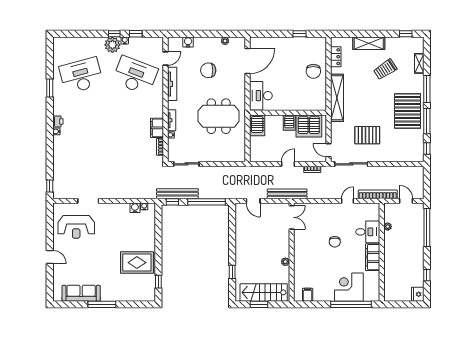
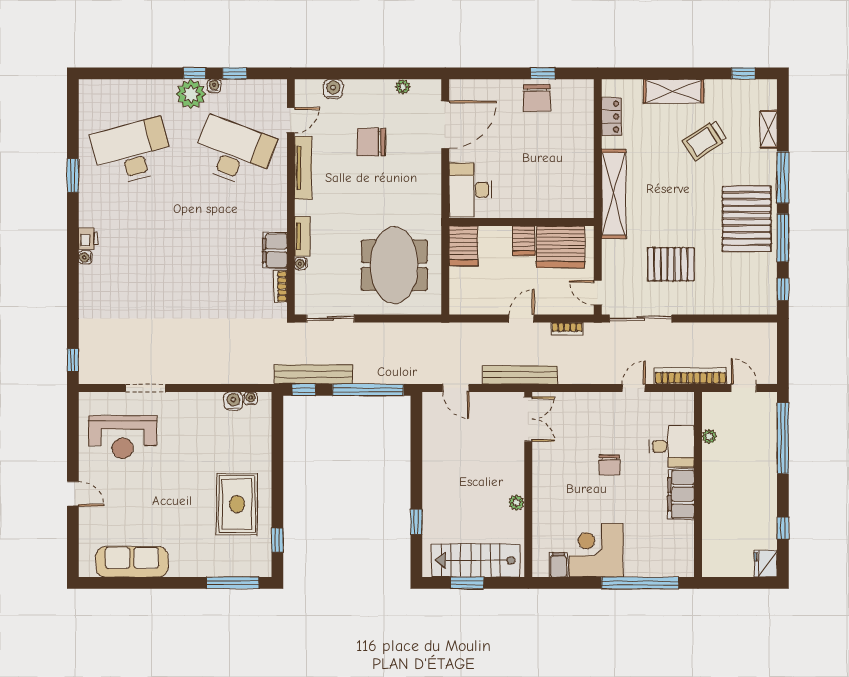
chair: (313, 71) -> (537, 98), moved
meeting table: (219, 116) -> (394, 265), moved, turned 90
rug: (137, 263) -> (237, 504), turned 90
corner desk: (349, 287) -> (596, 550), moved
window: (102, 304) -> (233, 583), moved

